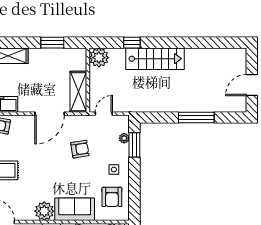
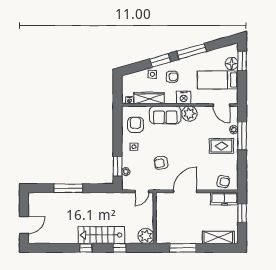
window: (52, 43) -> (183, 248), width x1.44
window: (174, 43) -> (86, 248), added
door: (252, 85) -> (24, 225), moved
shelving: (78, 92) -> (162, 209), removed

